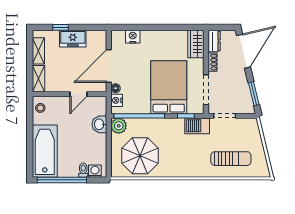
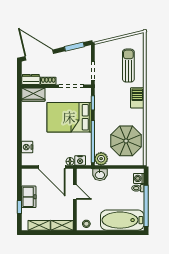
barbecue: (197, 126) -> (137, 98), moved, turned 180

